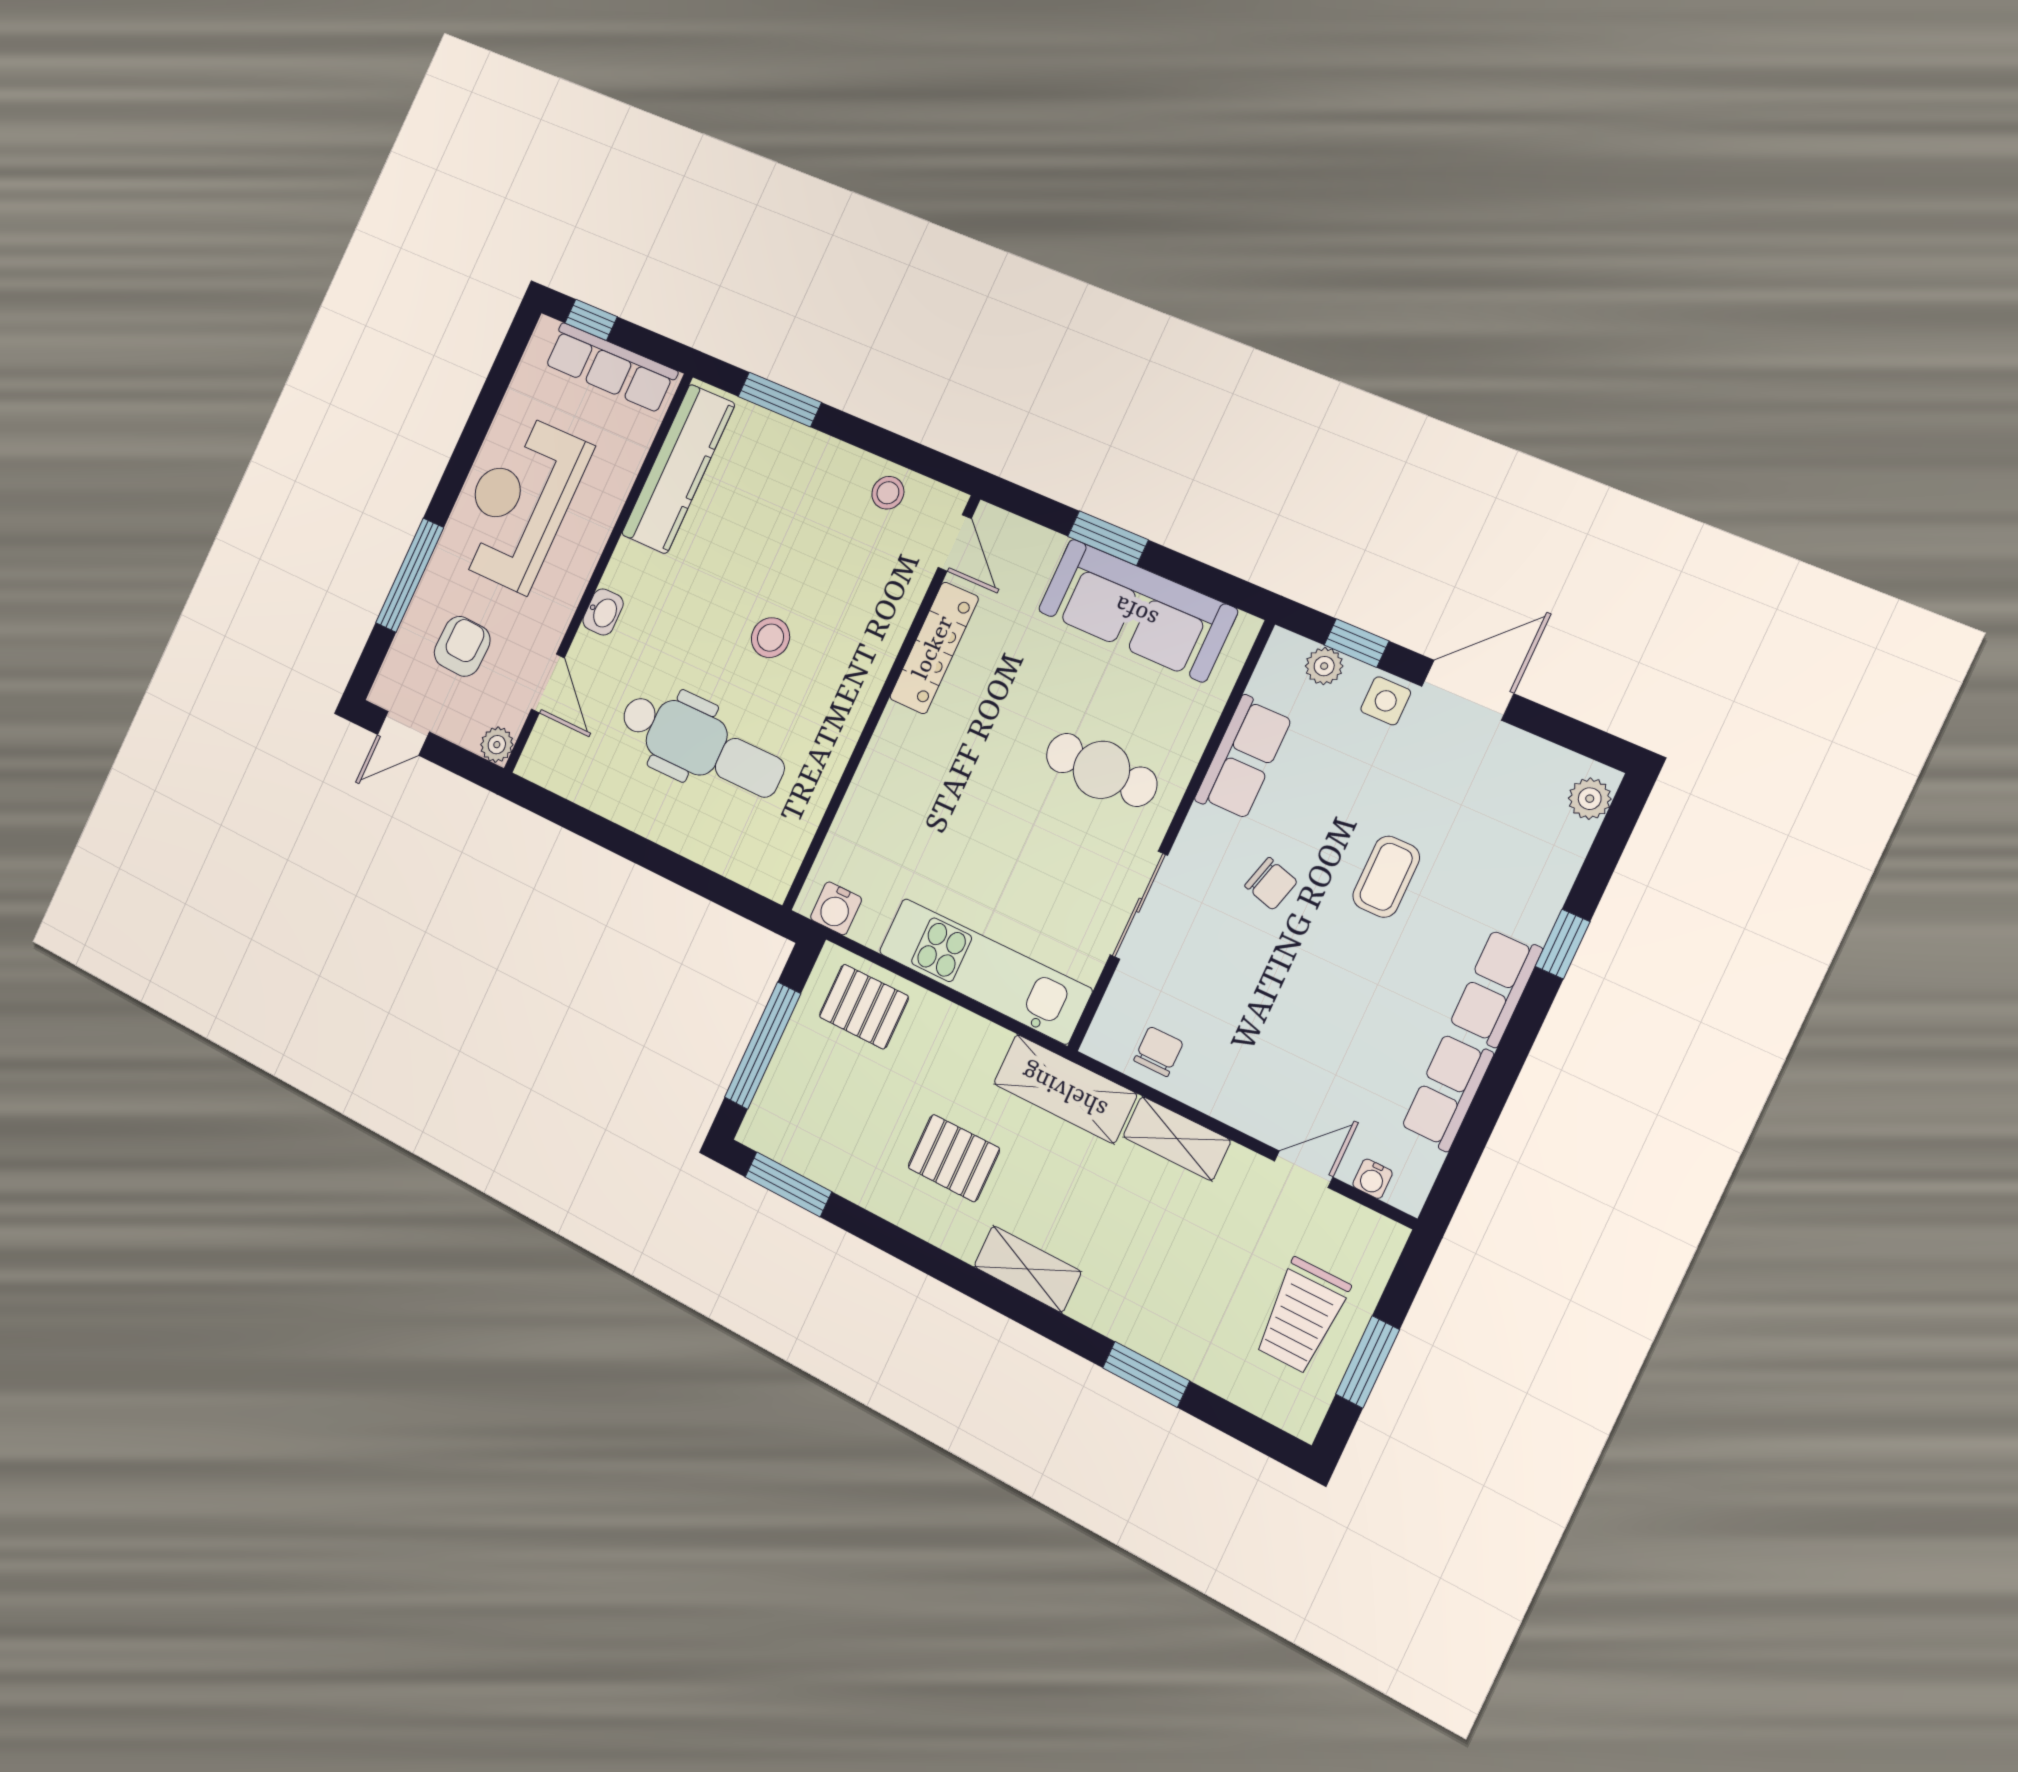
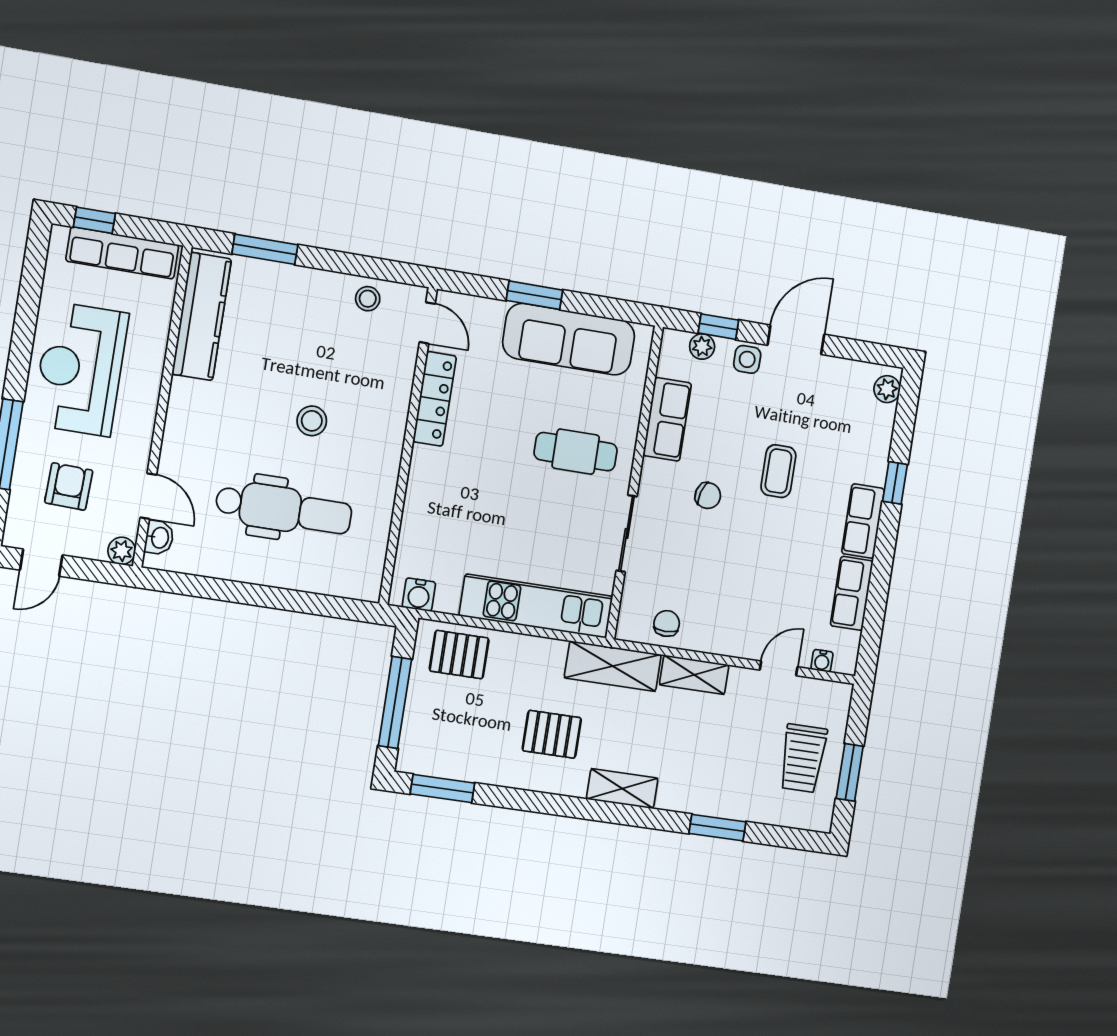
washbasin: (603, 612) -> (159, 538), moved

